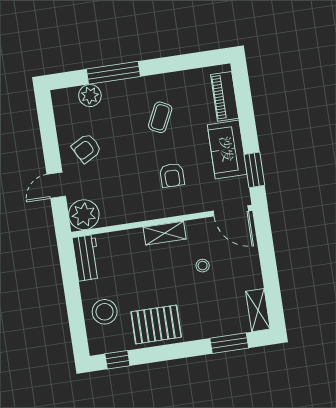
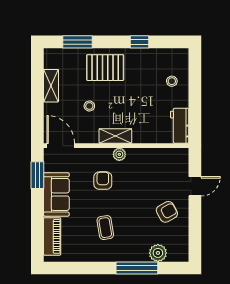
coffee table: (160, 117) -> (105, 228), turned -35
plant: (84, 215) -> (119, 154), moved, width x0.53, depth x0.53
shelving: (258, 310) -> (51, 86), moved
stool: (105, 312) -> (172, 81), width x0.53, depth x0.53
pallet: (156, 324) -> (105, 68), moved
window: (117, 360) -> (139, 42), moved

